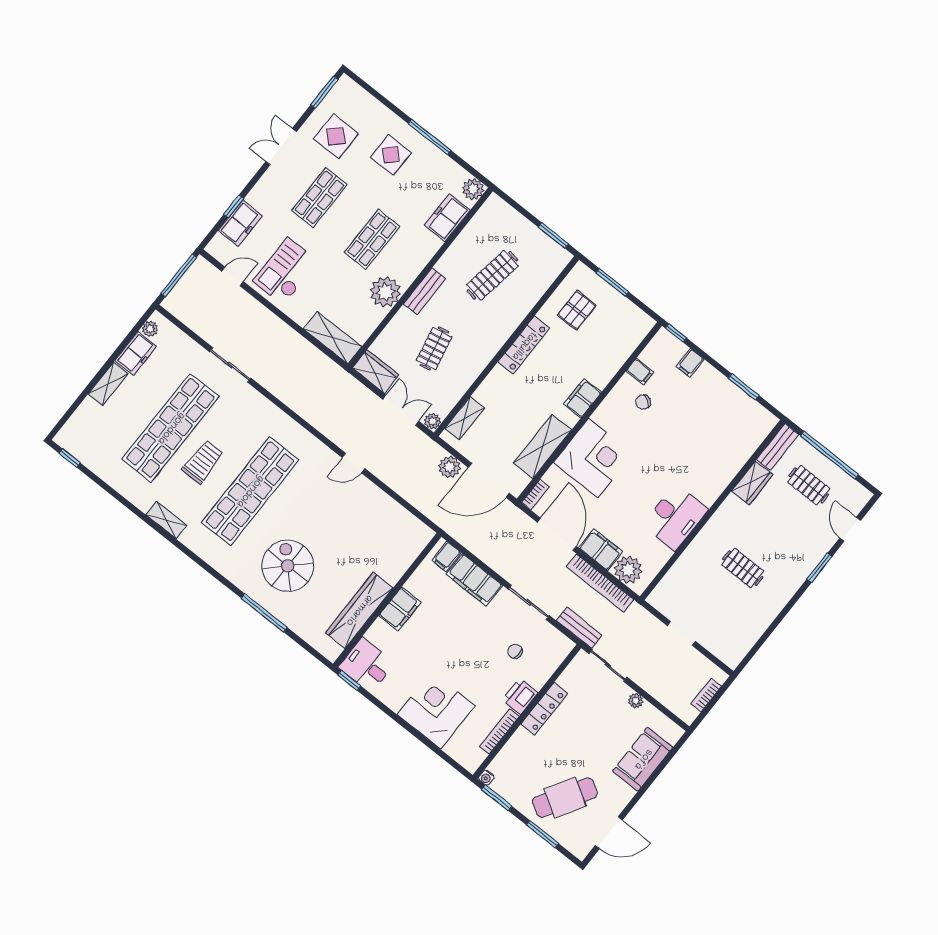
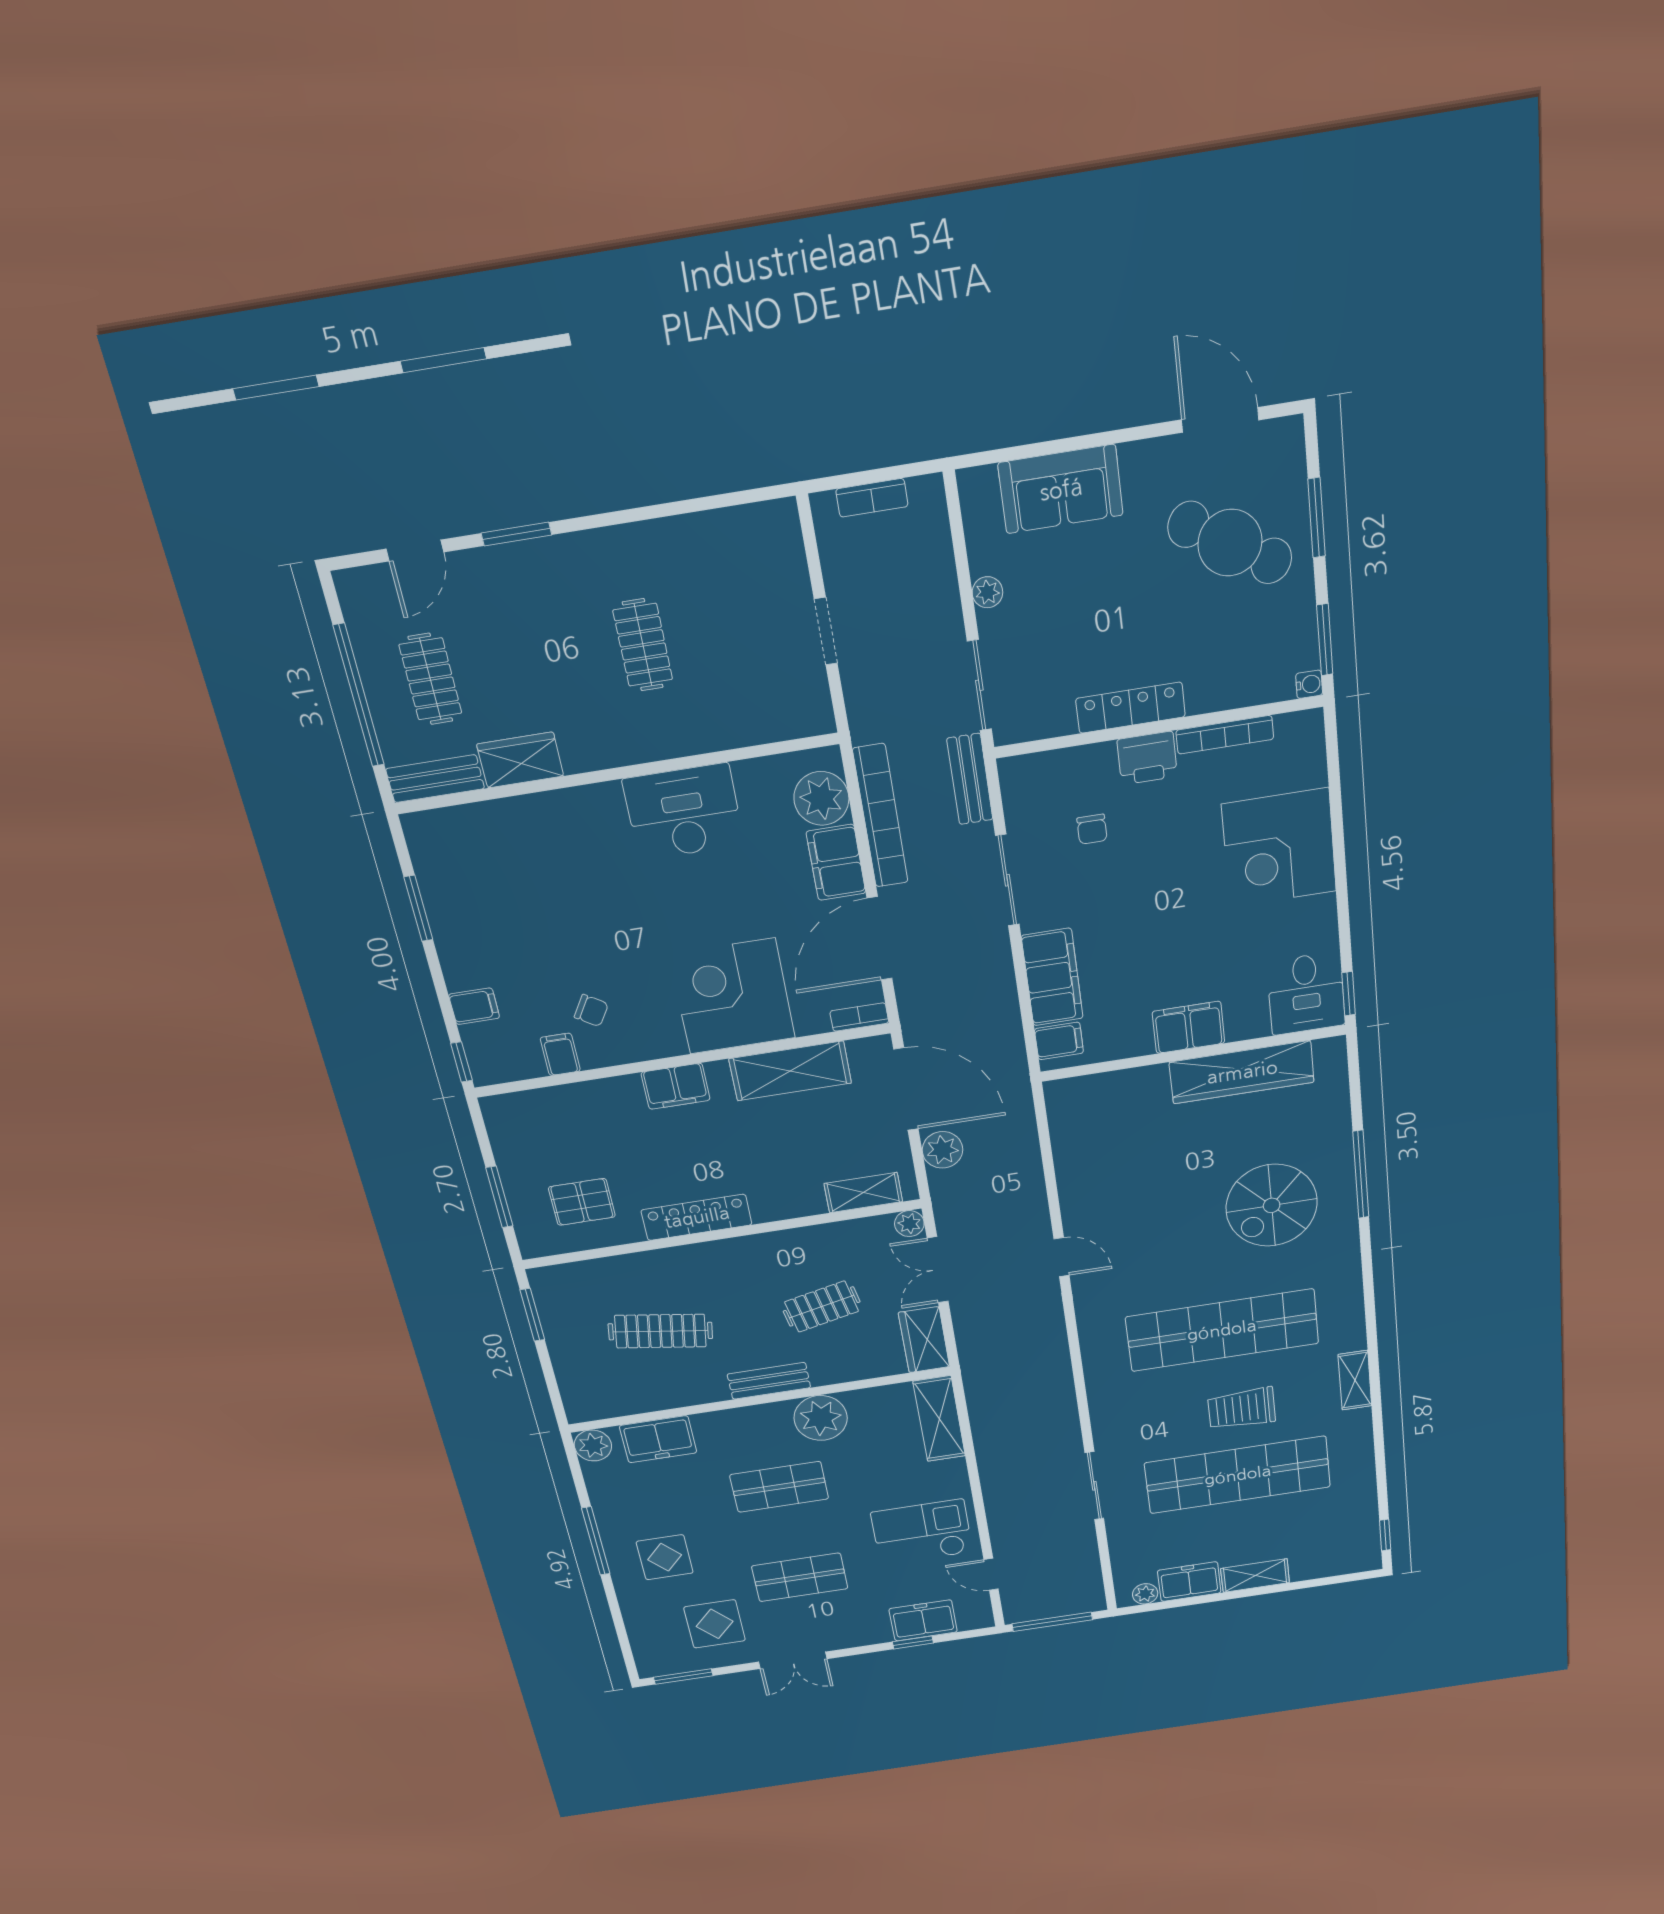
checkout: (286, 271) -> (922, 1532), turned 180

